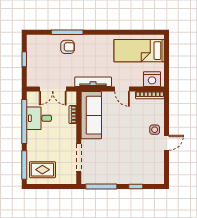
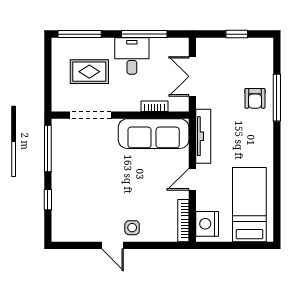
desk: (39, 118) -> (132, 56), moved
window: (24, 121) -> (144, 34), width x0.68
rug: (42, 170) -> (89, 72), moved, turned 90

